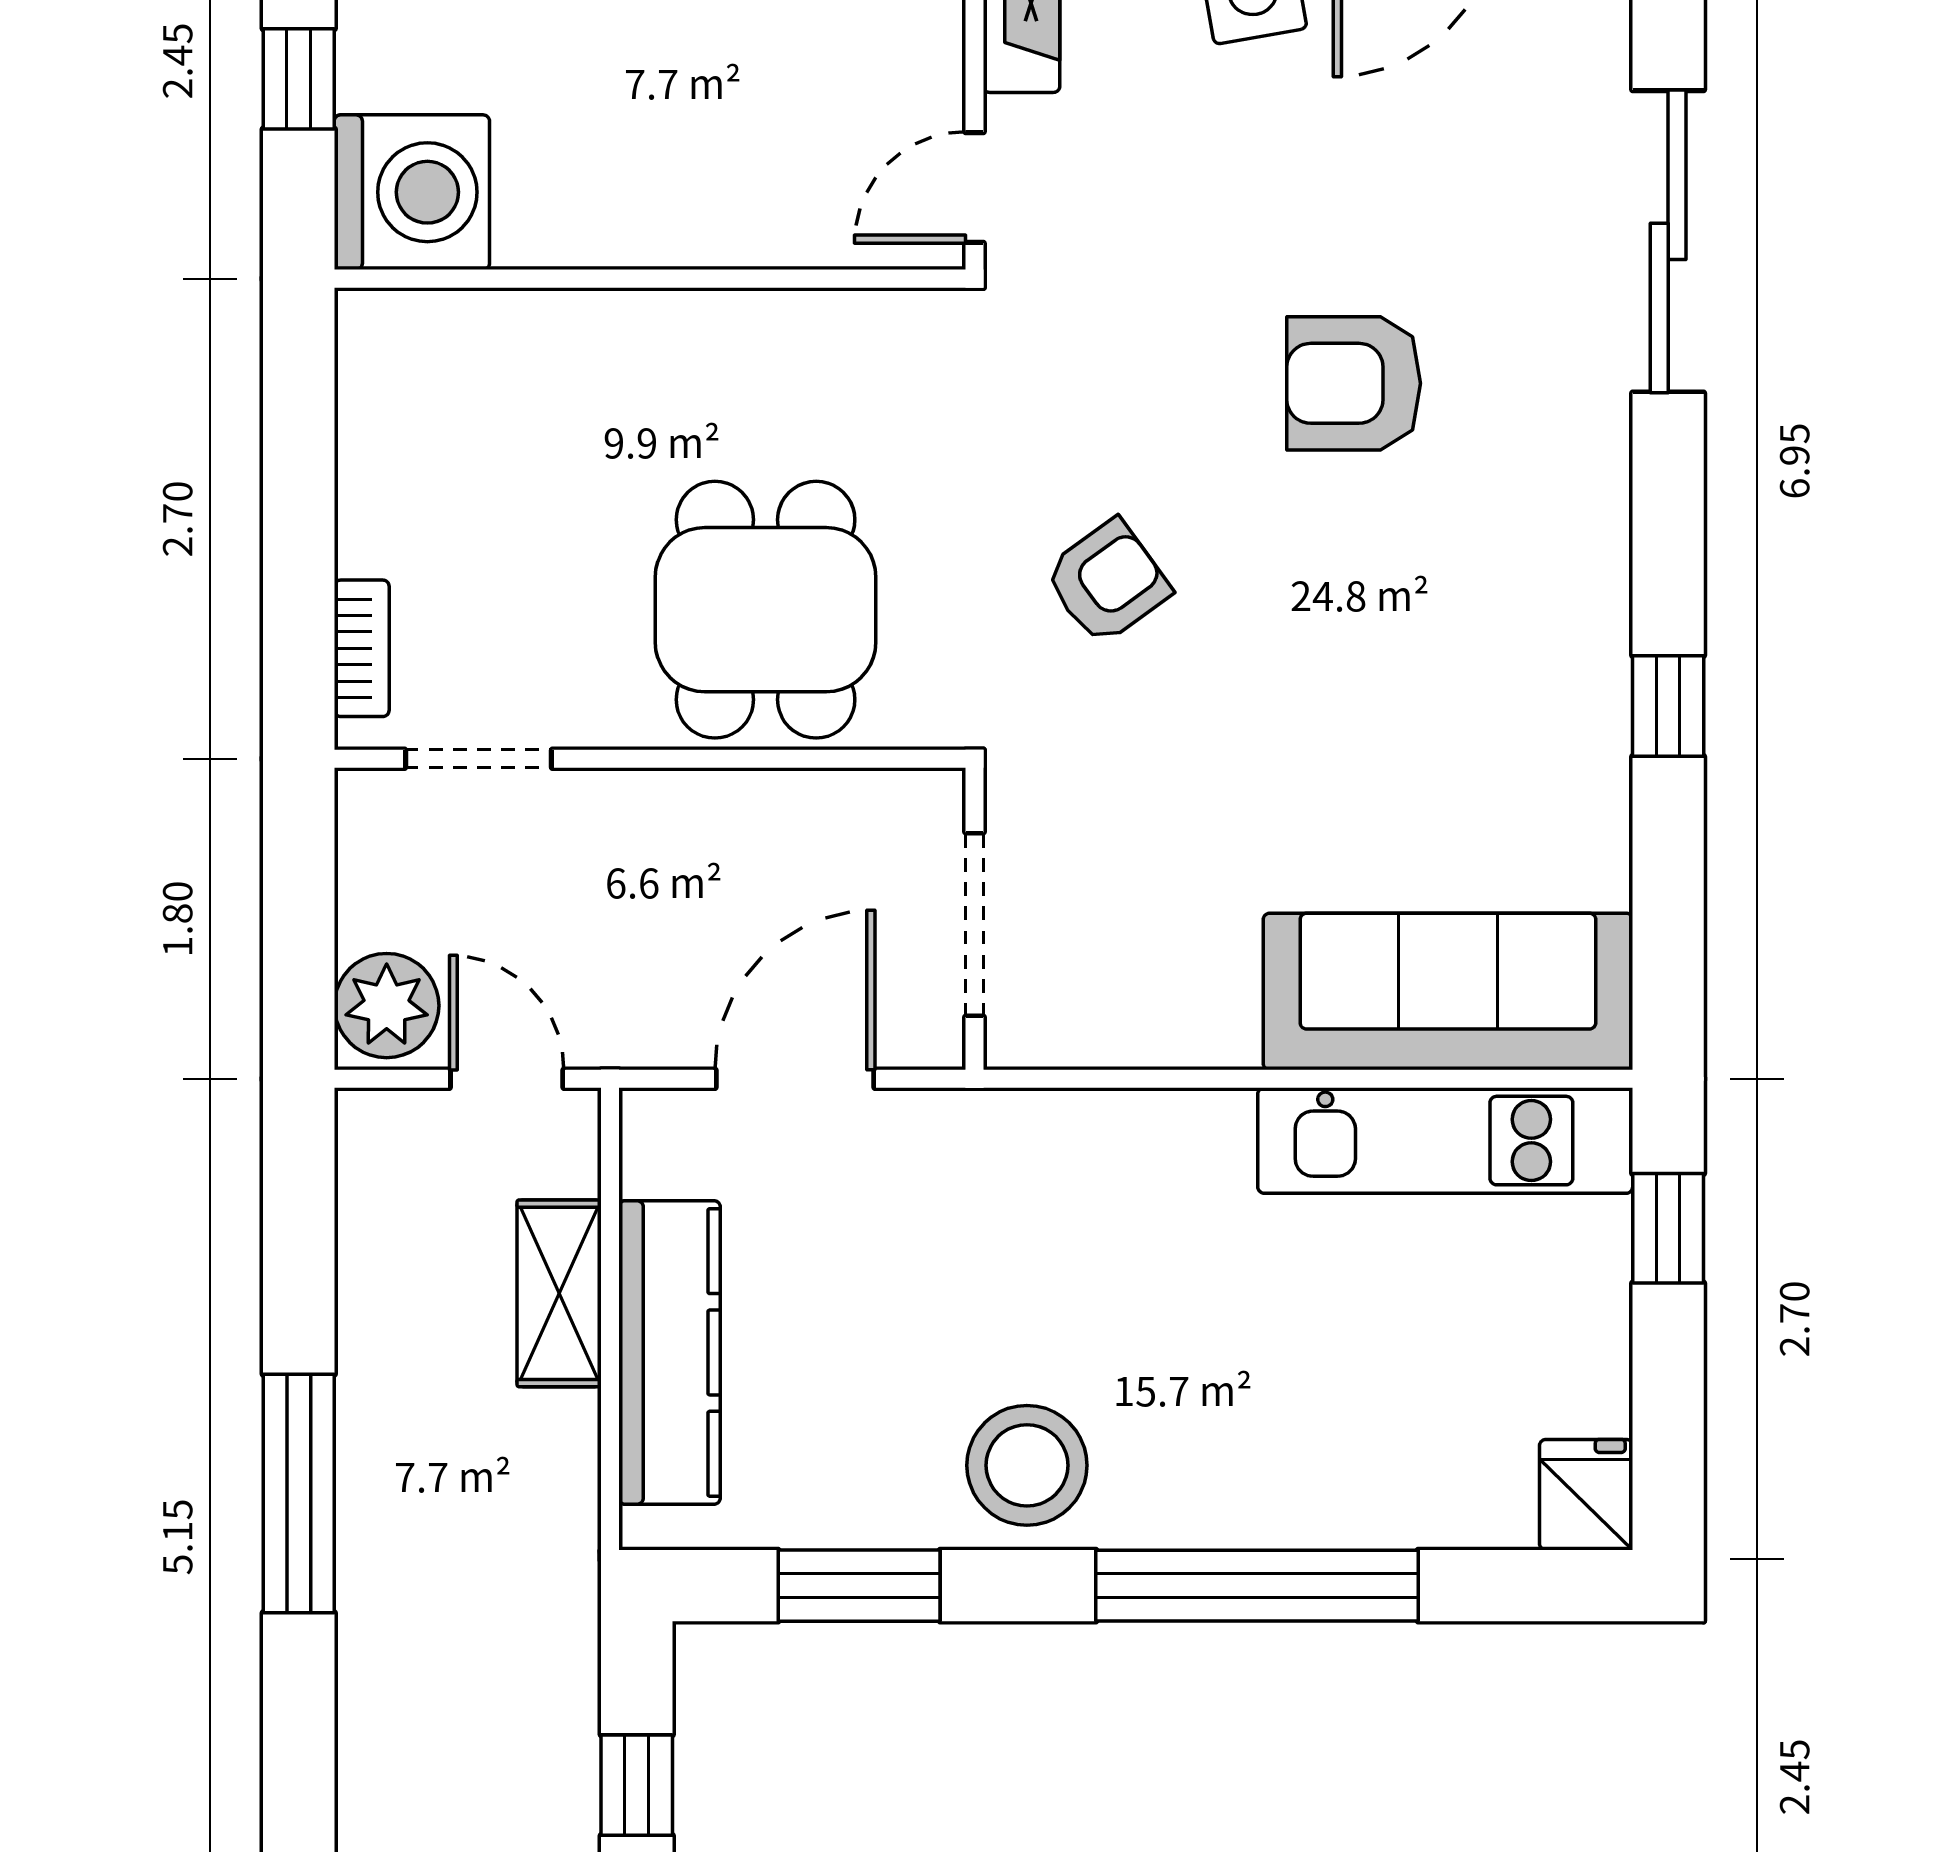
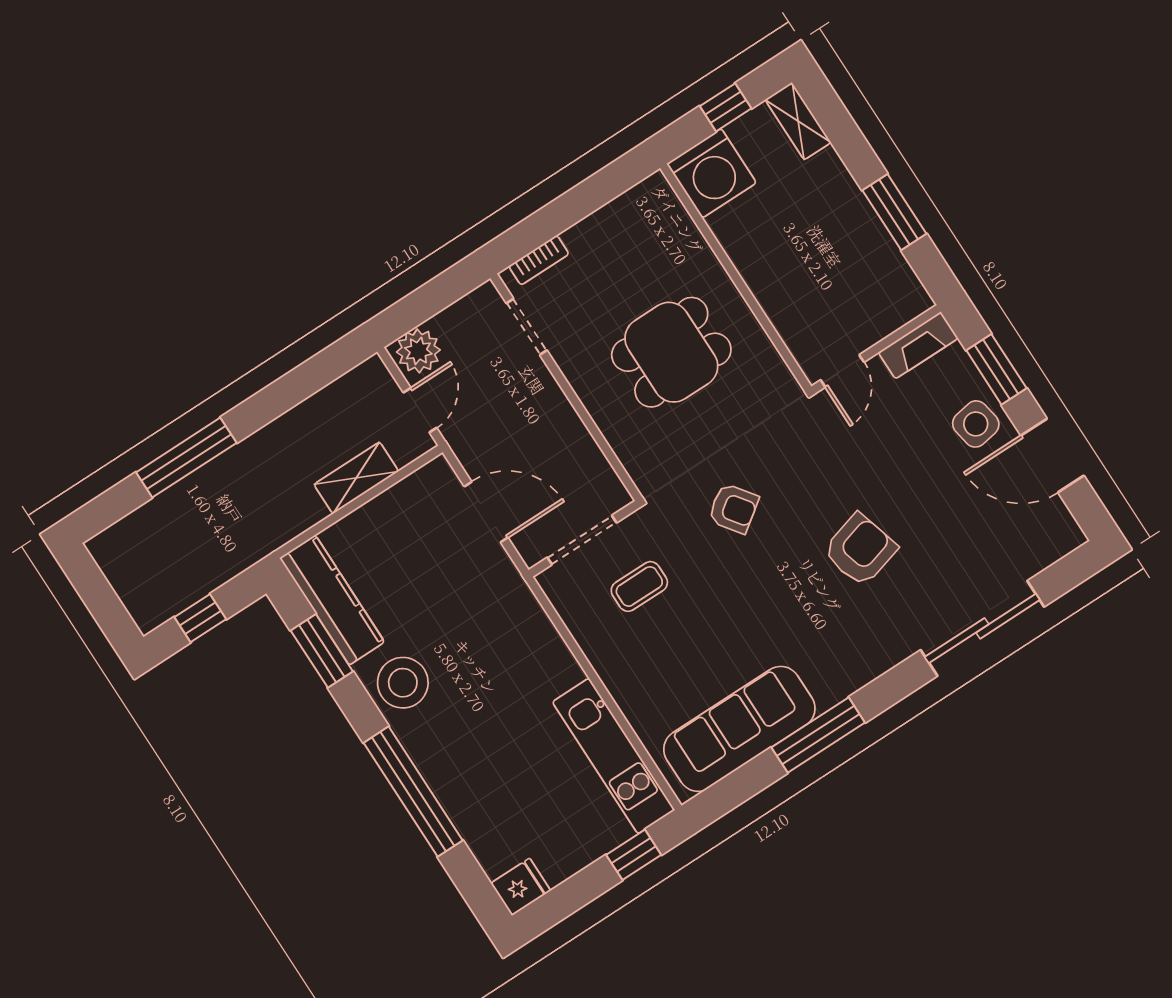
door: (975, 187) -> (842, 371), swing flipped
armchair: (1354, 383) -> (860, 550), turned 74
dining table: (766, 610) -> (671, 352), moved
window: (1668, 706) -> (818, 735), width x2.17
coffee table: (1141, 870) -> (639, 586), added
sofa: (1448, 992) -> (739, 729), moved, turned -90
kitchen counter: (670, 1352) -> (332, 600), moved, turned -90
window: (299, 1493) -> (186, 458), moved

